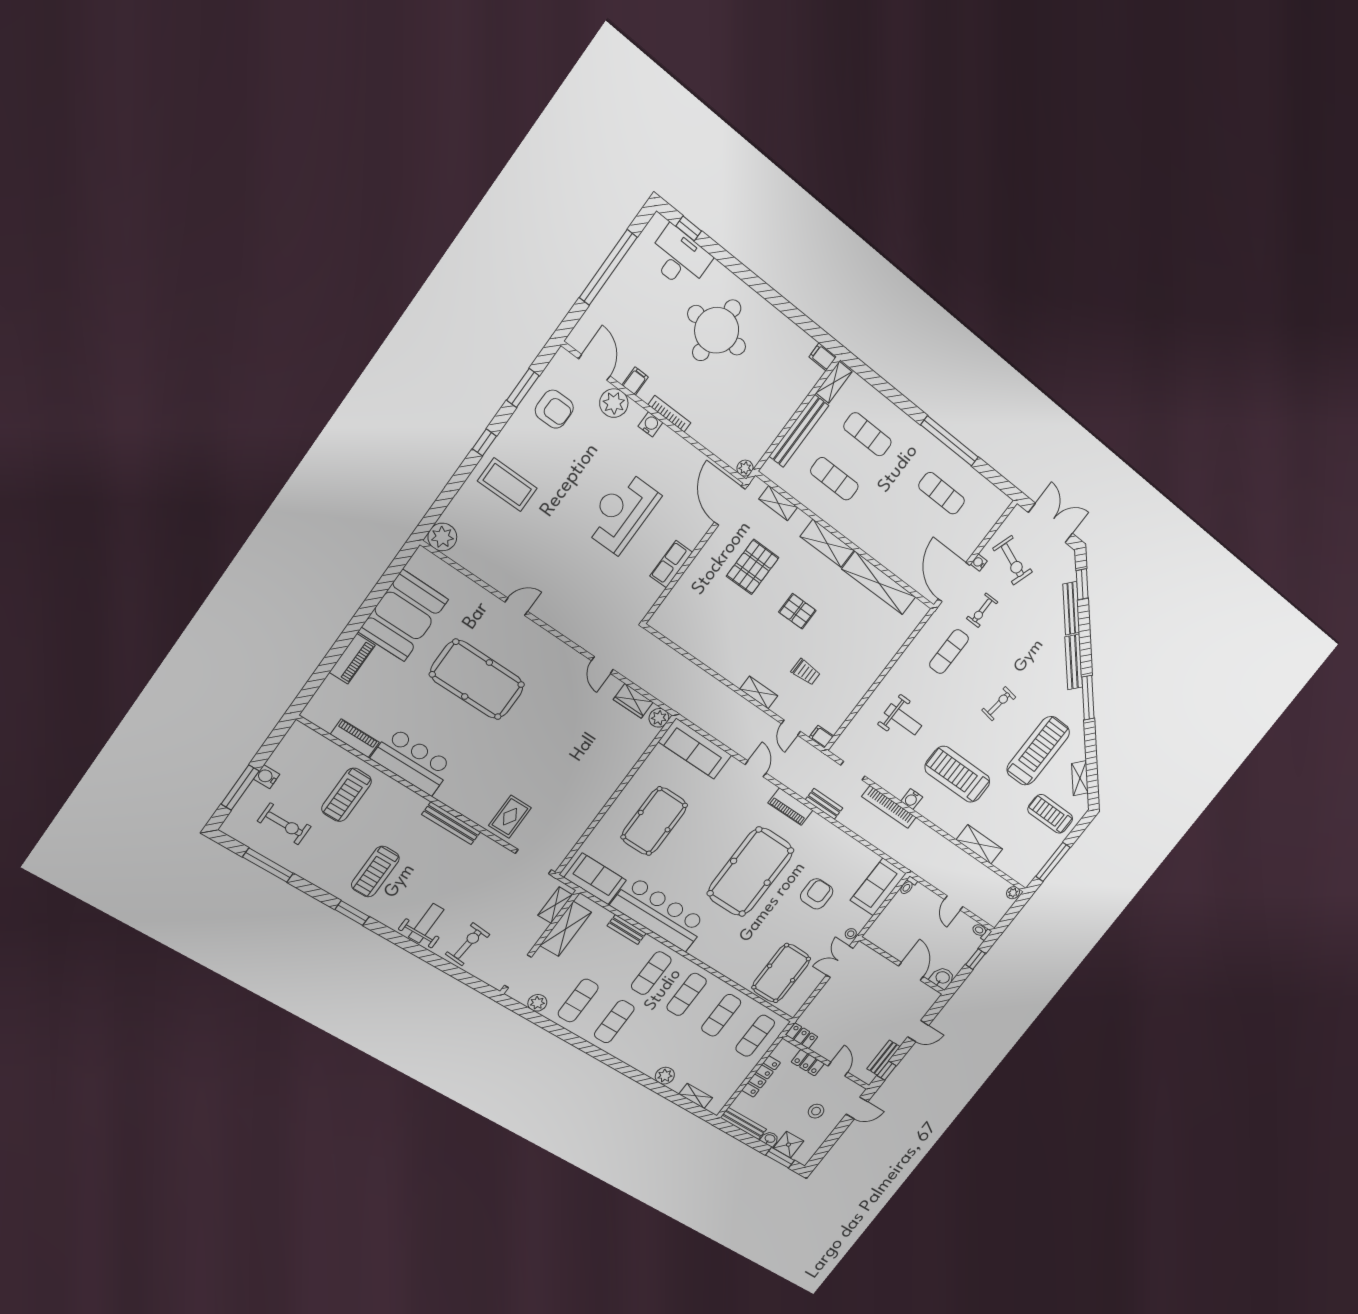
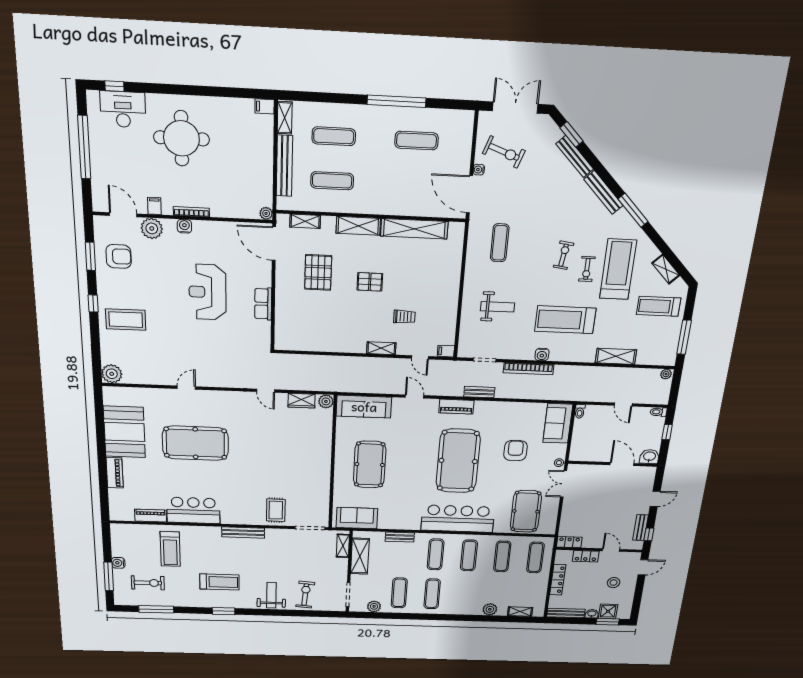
exercise bike: (982, 610) -> (587, 269), moved
treadmill: (375, 872) -> (219, 582), turned -90
bar counter: (659, 914) -> (458, 519), moved

